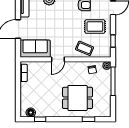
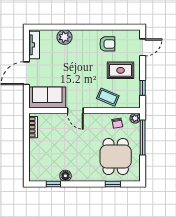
door: (58, 59) -> (75, 111), hinge flipped
dining table: (78, 98) -> (116, 157), moved, turned 90
floor lamp: (31, 113) -> (65, 176), moved

